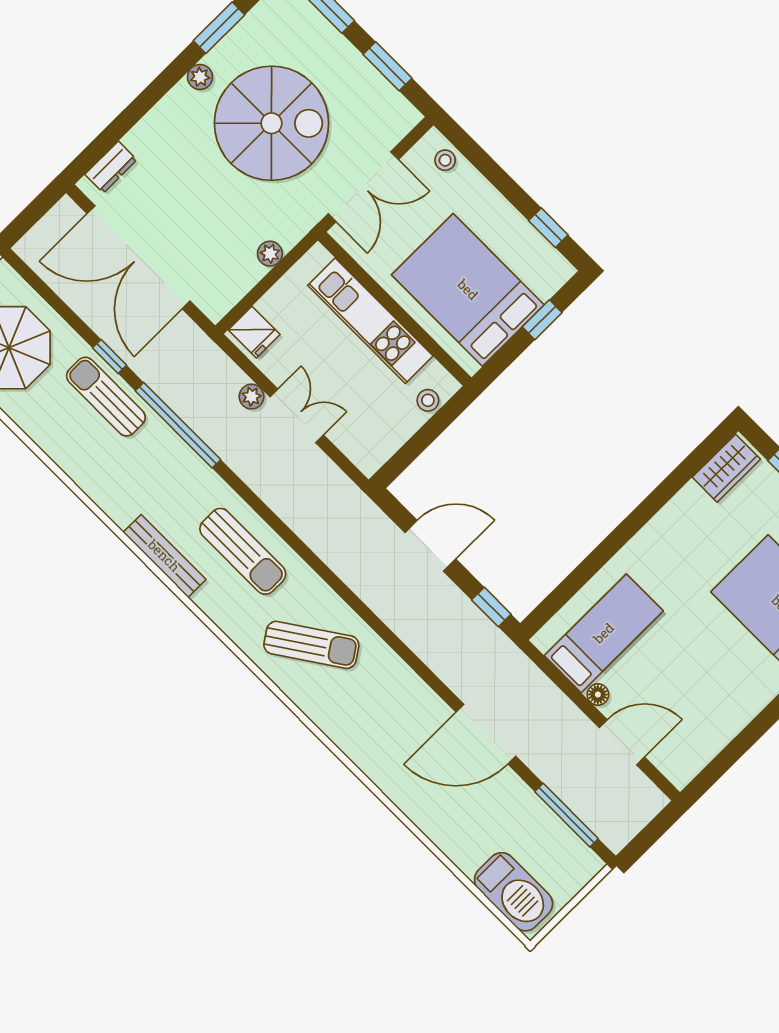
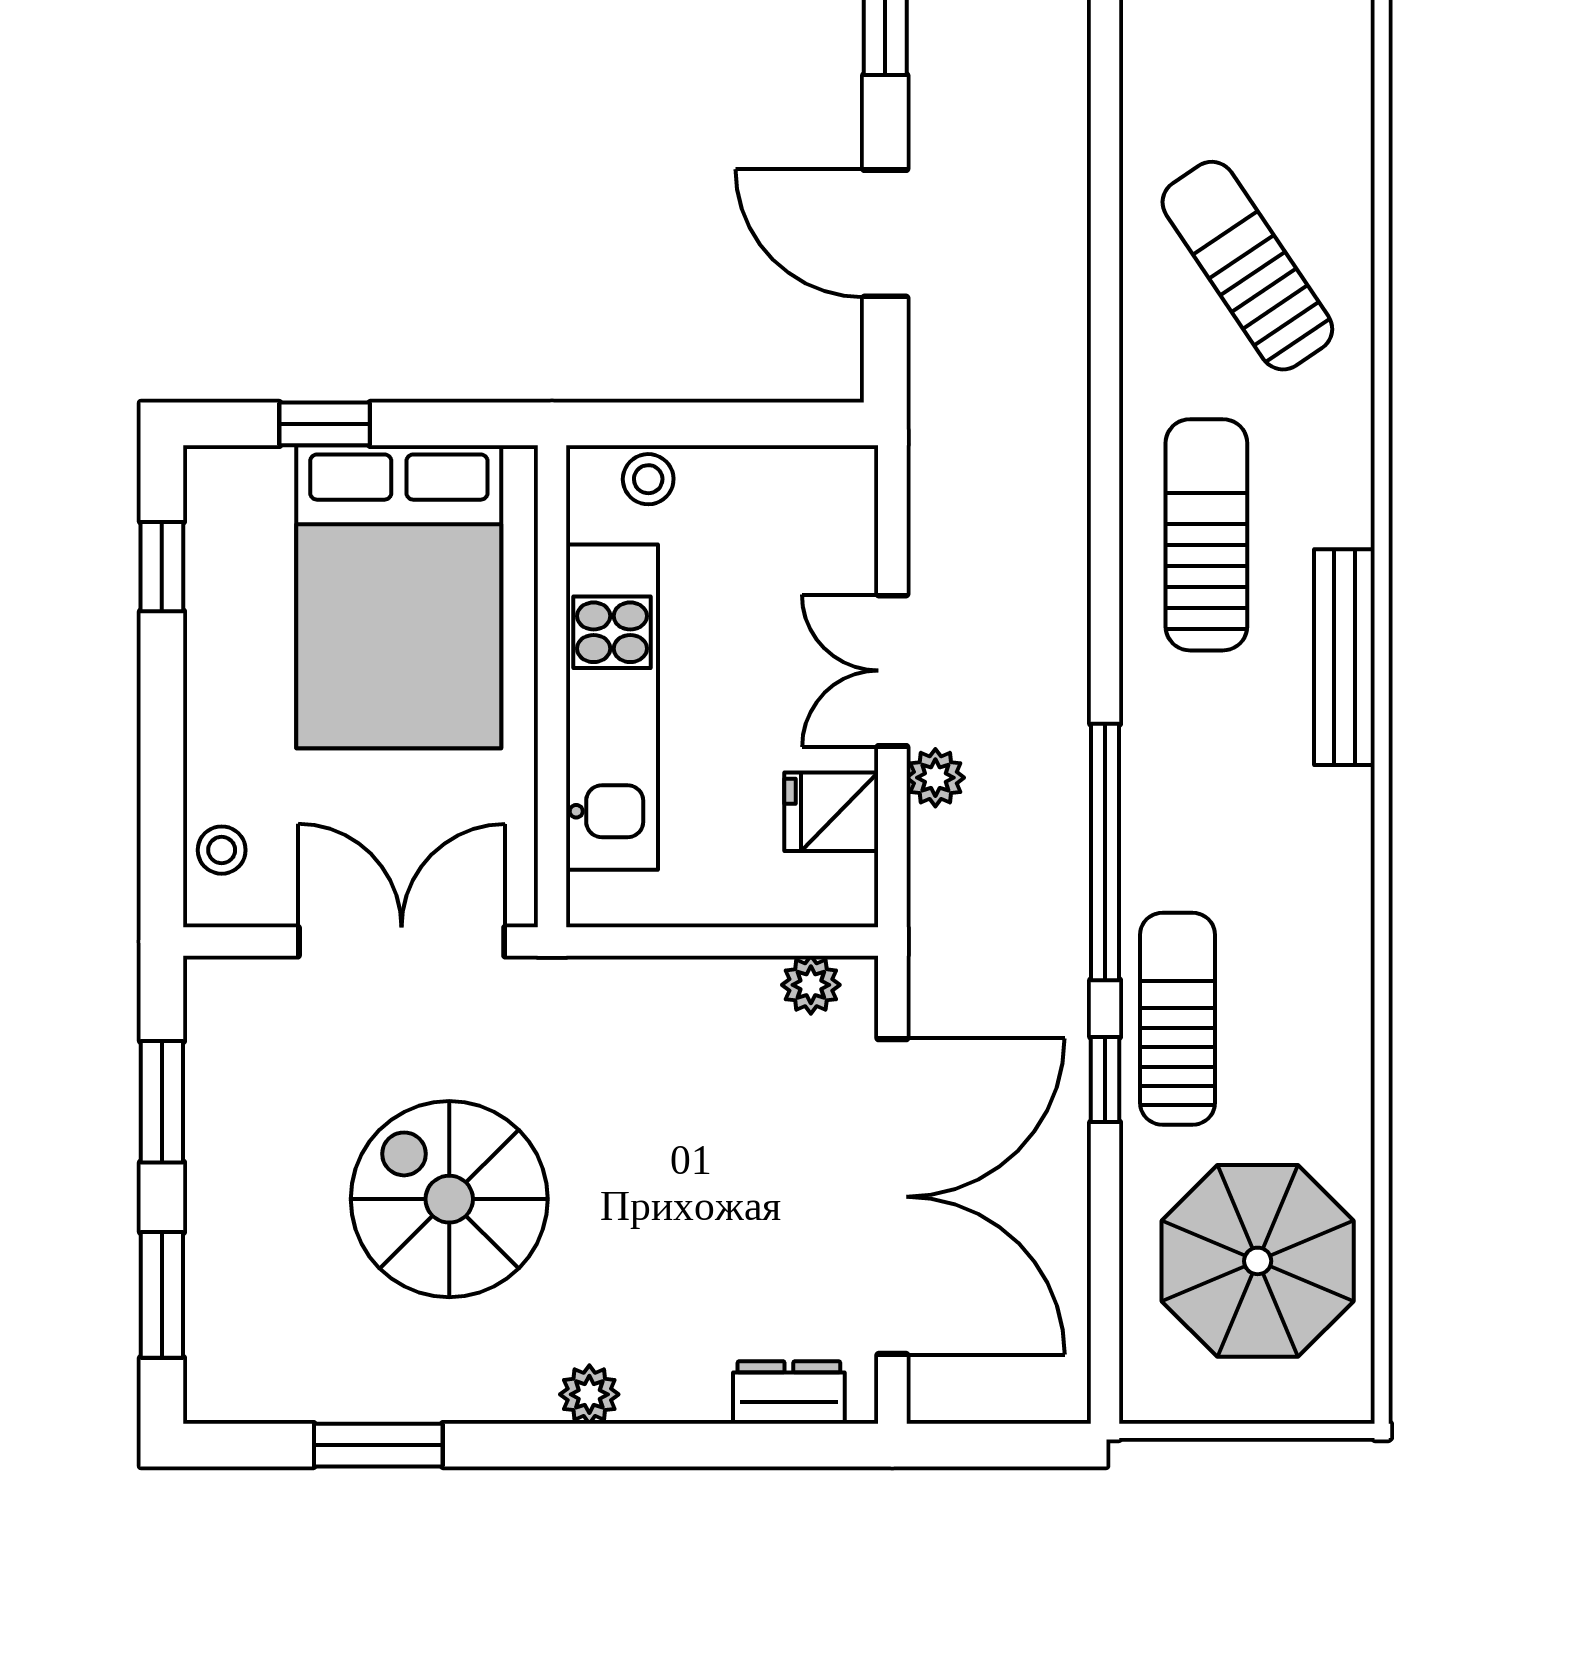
plant: (200, 77) -> (589, 1394), moved
spiral stairs: (271, 123) -> (449, 1199), width x0.73, depth x0.73
plant: (270, 254) -> (811, 985), moved
fridge: (254, 332) -> (831, 812), moved, turned -90
sun lounger: (106, 397) -> (1178, 1019), turned 180

